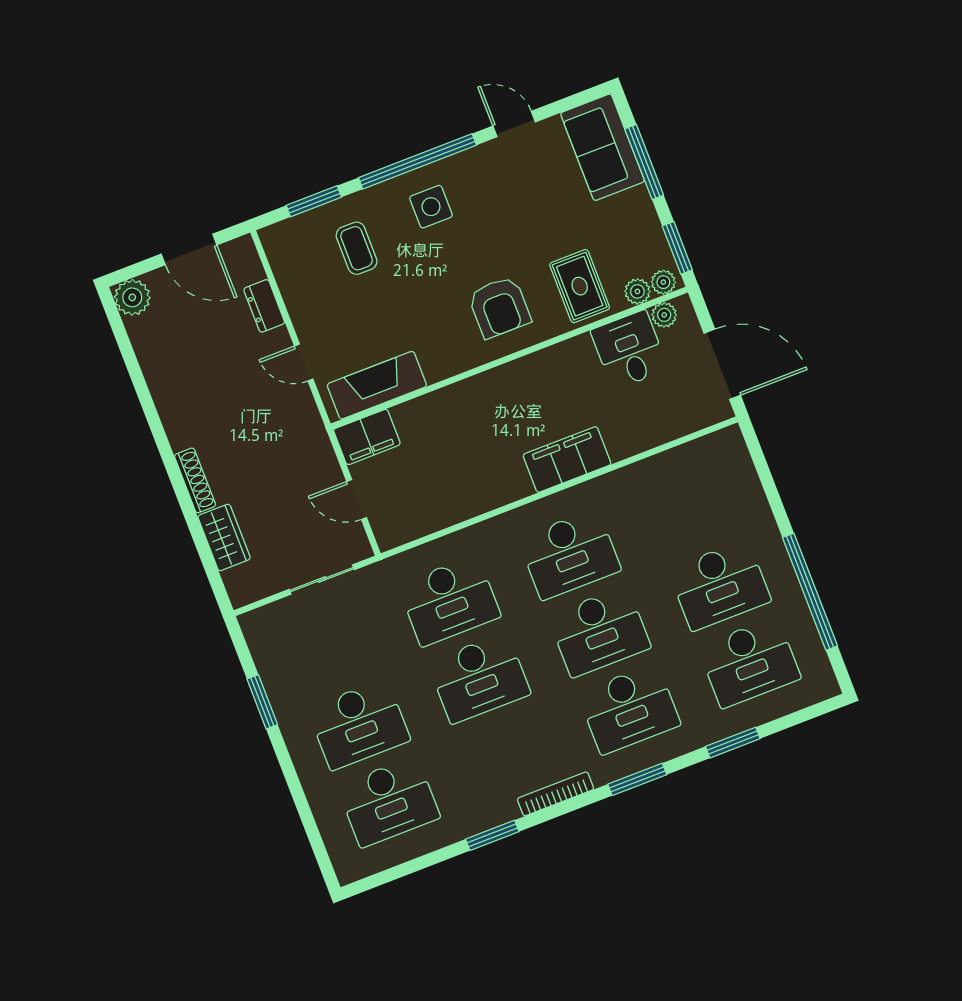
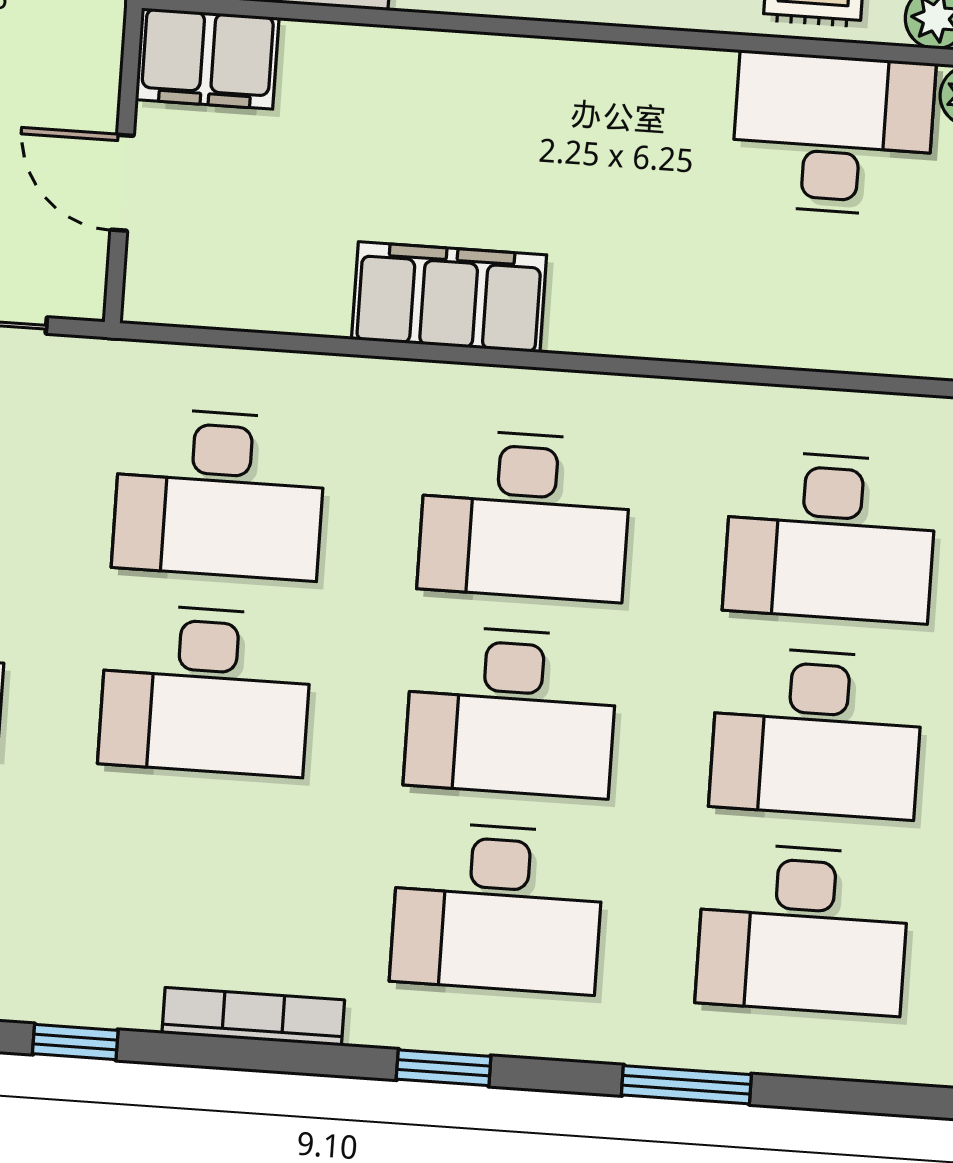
desk: (629, 350) -> (833, 134), width x1.37
filing cabinet: (567, 459) -> (449, 297), moved
desk: (690, 508) -> (830, 537), added
window: (637, 779) -> (444, 1068), width x0.67
window: (492, 835) -> (75, 1042), width x0.67

